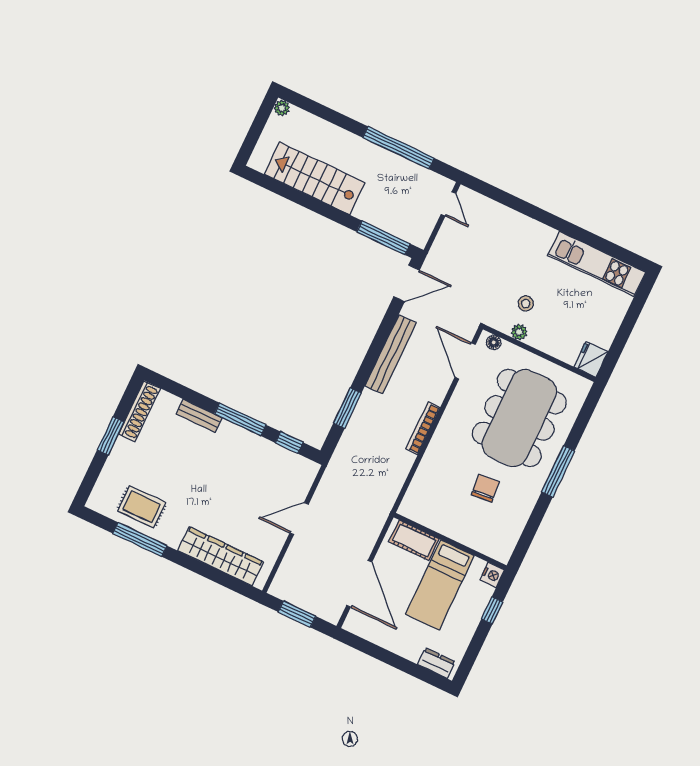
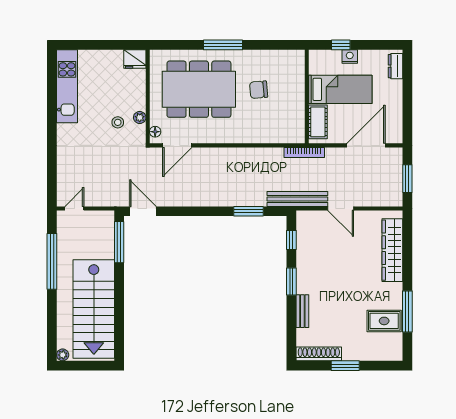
stairs: (315, 179) -> (94, 309), width x1.36, depth x1.51
bench: (391, 354) -> (297, 199), moved
window: (240, 419) -> (291, 281), width x0.69
bookcase: (423, 428) -> (304, 152), moved
rug: (142, 507) -> (384, 321), turned 90
nightstand: (492, 575) -> (350, 57), moved

